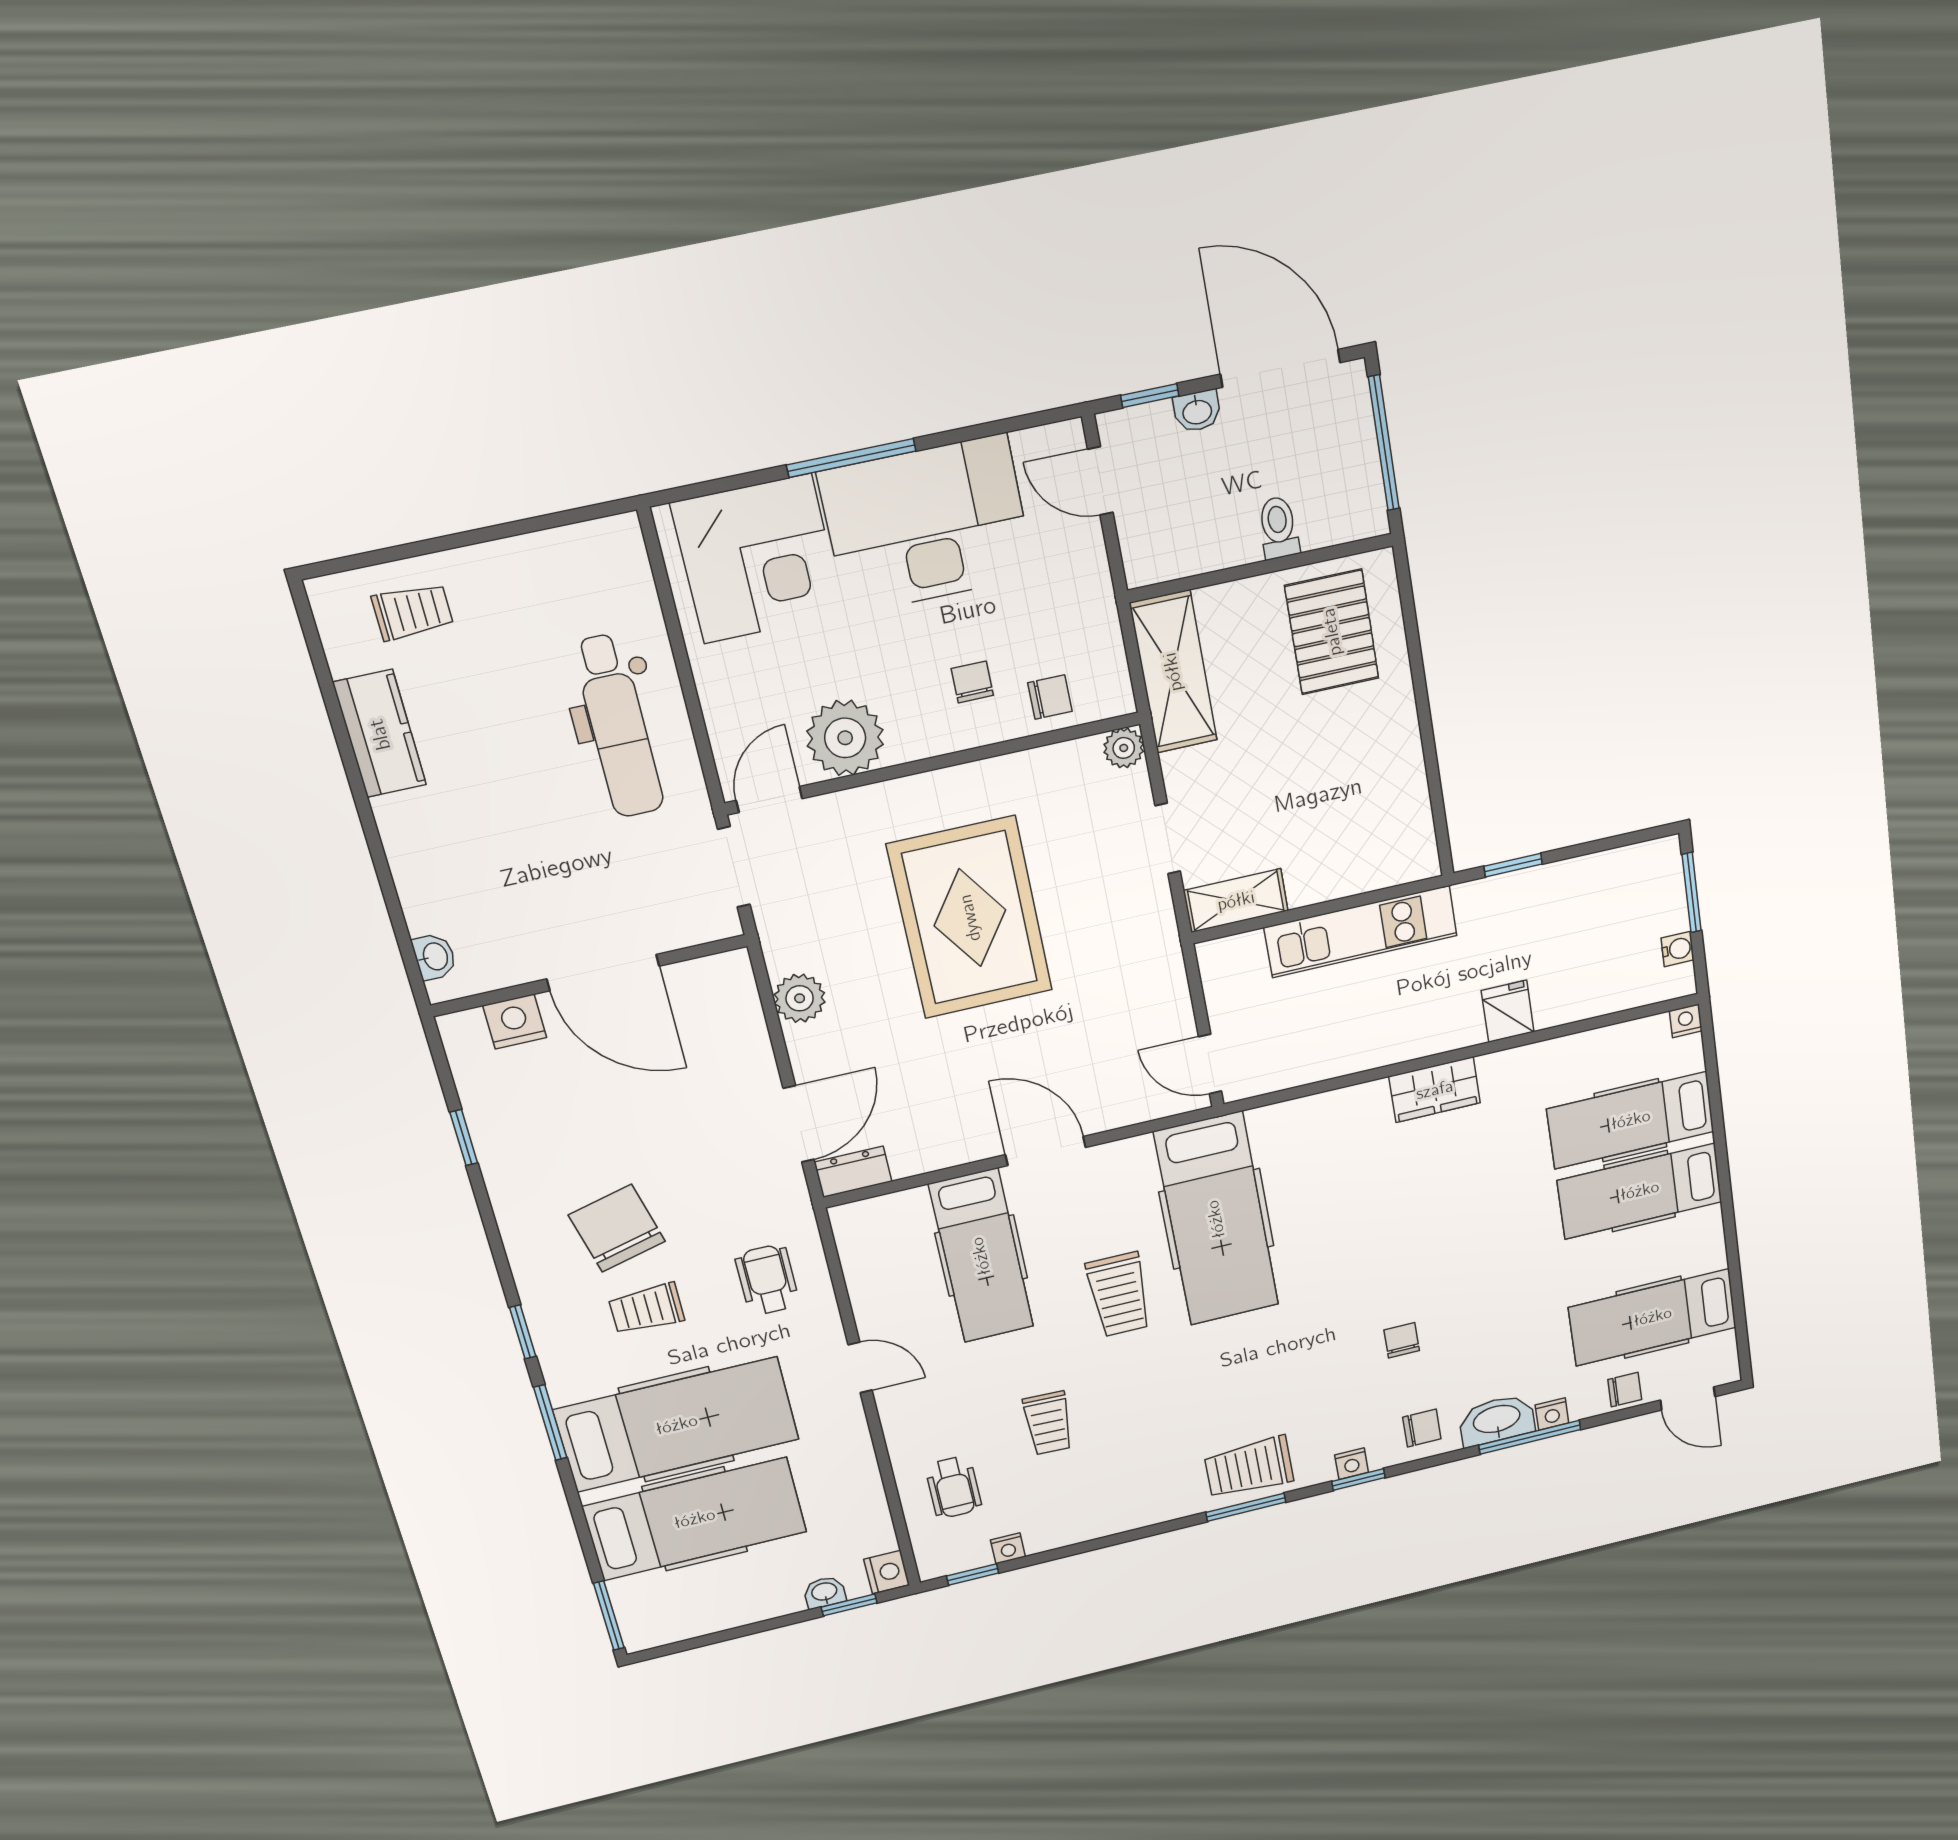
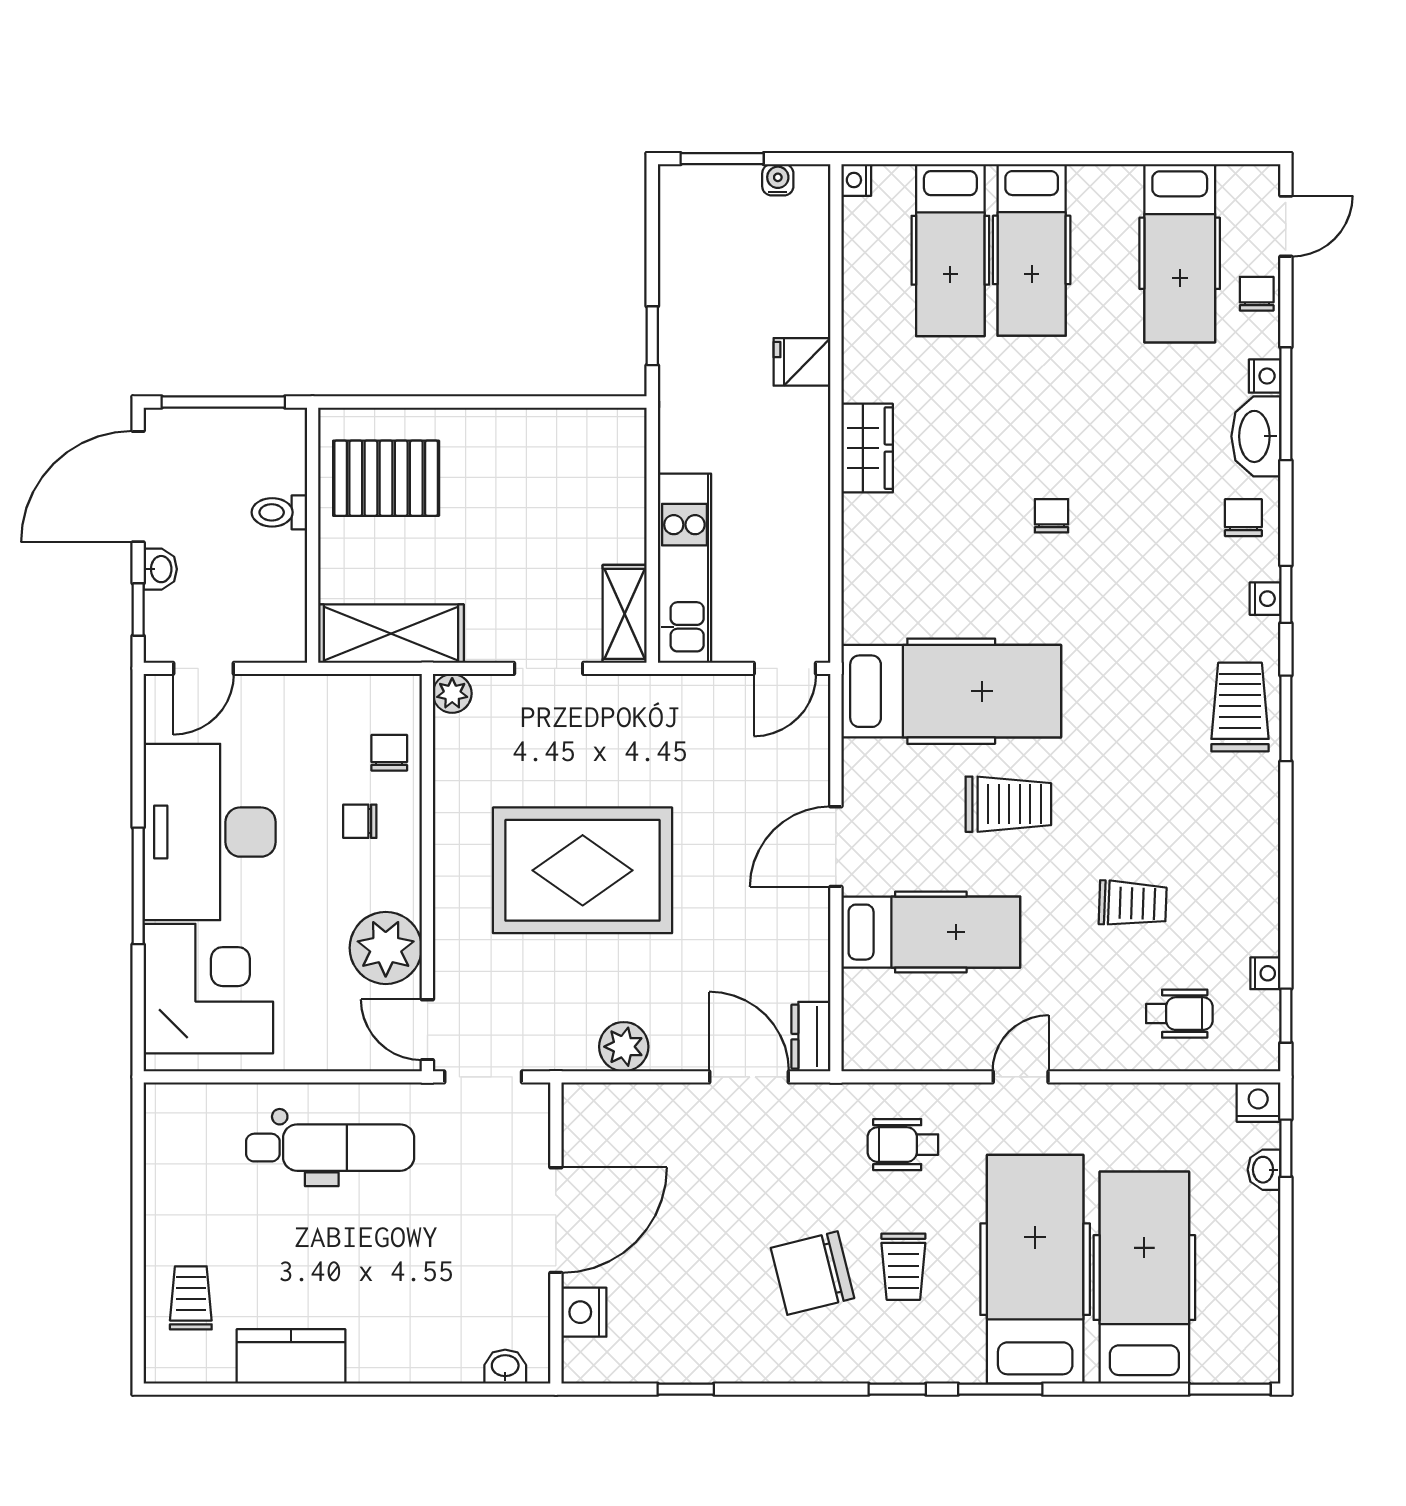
kitchen unit: (1361, 931) -> (684, 568), moved
chair: (1402, 1340) -> (1052, 516), moved, turned 90
trolley: (1249, 1468) -> (1240, 707), turned 180

